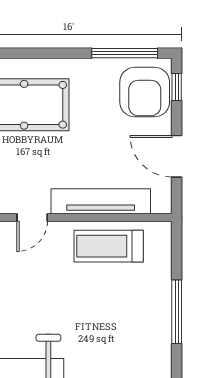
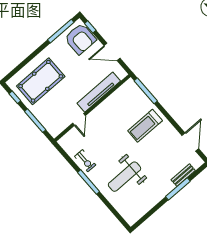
treadmill: (109, 246) -> (145, 126), moved
window: (177, 312) -> (146, 91), moved

